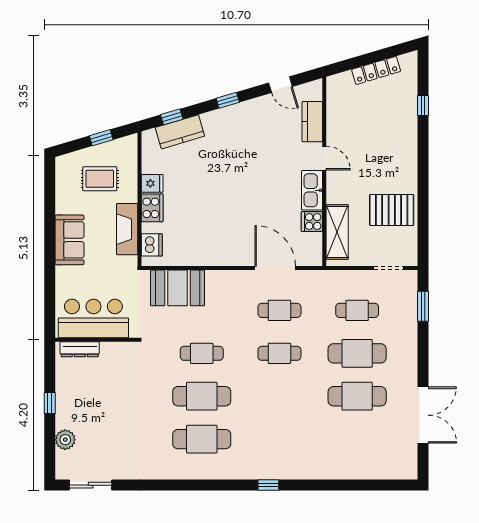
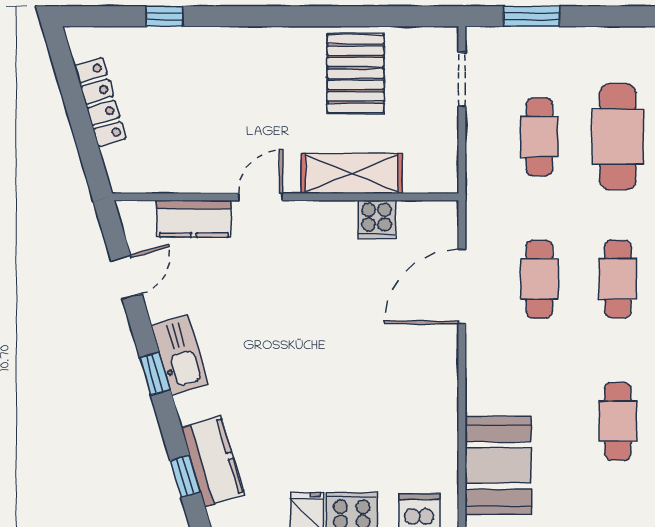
kitchen sink: (312, 190) -> (179, 355), moved, turned -106
shelving: (337, 232) -> (352, 173), moved

